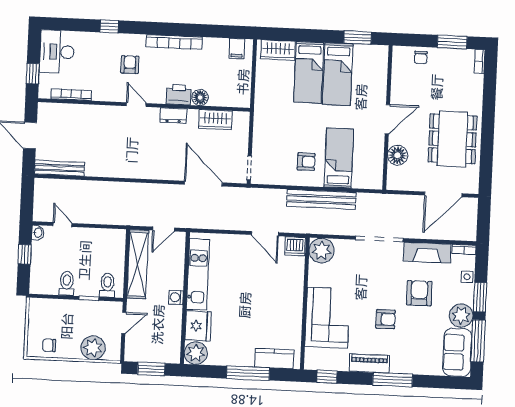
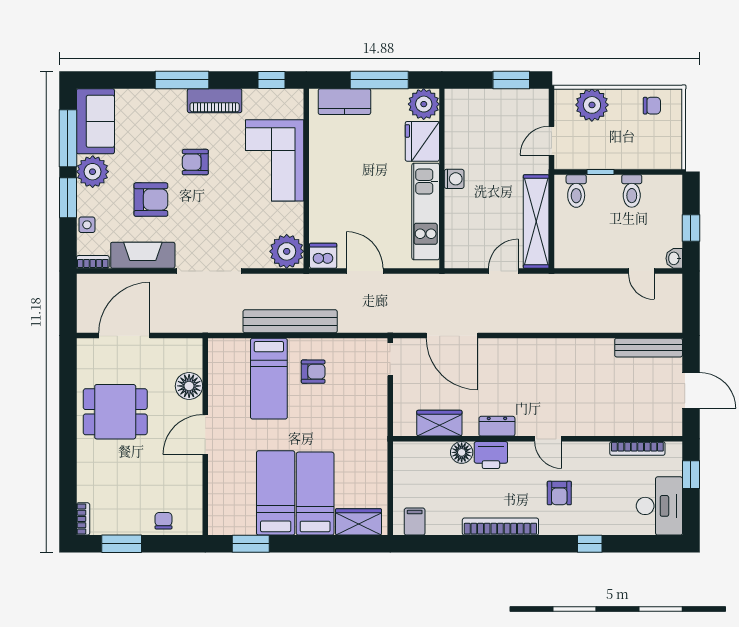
dining table: (453, 139) -> (115, 412), width x0.73
armchair: (306, 162) -> (313, 372), turned 180
kitchen unit: (198, 274) -> (426, 211), moved
armchair: (419, 293) -> (151, 200), turned -90
washing machine: (176, 297) -> (454, 179), moved
wall: (185, 298) -> (442, 178), moved
fridge: (198, 326) -> (422, 141), moved
plant: (196, 353) -> (424, 104), moved

